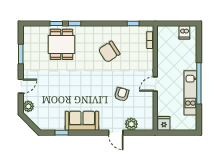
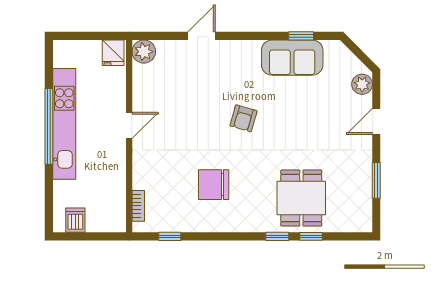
chair: (109, 52) -> (214, 185), turned -147
kitchen unit: (190, 93) -> (64, 124), width x1.36
armchair: (122, 94) -> (243, 118), moved
sofa: (82, 121) -> (292, 58), moved
plant: (131, 124) -> (144, 52), moved
door: (116, 133) -> (202, 36), hinge flipped

